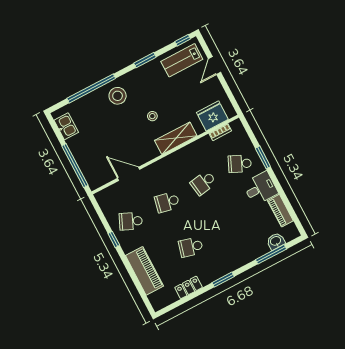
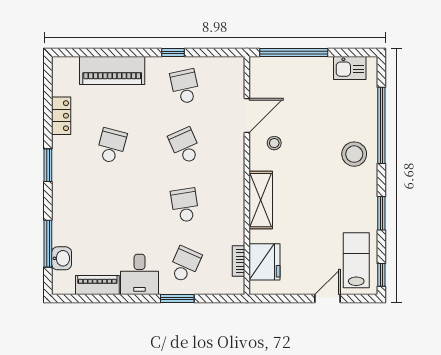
door: (215, 66) -> (328, 299), hinge flipped
stool: (152, 116) -> (274, 143), moved
school desk: (167, 202) -> (185, 146), turned -36
school desk: (131, 221) -> (185, 86), turned -36

